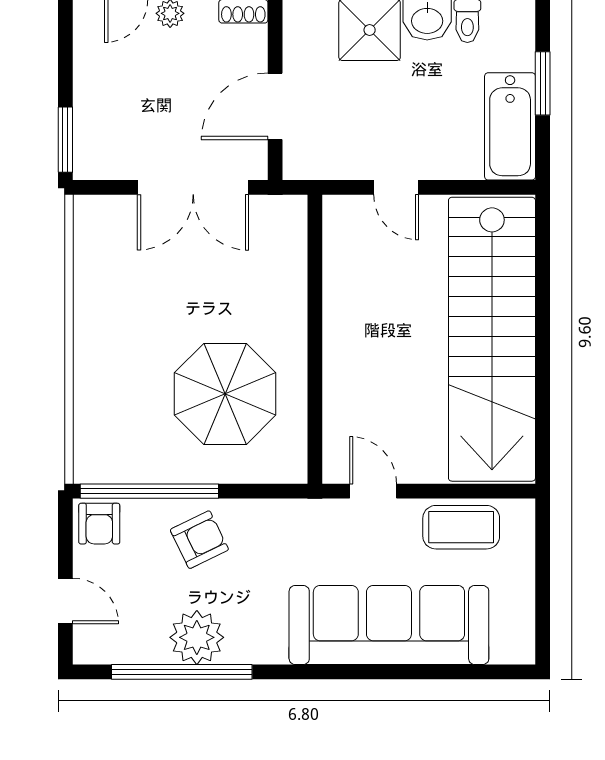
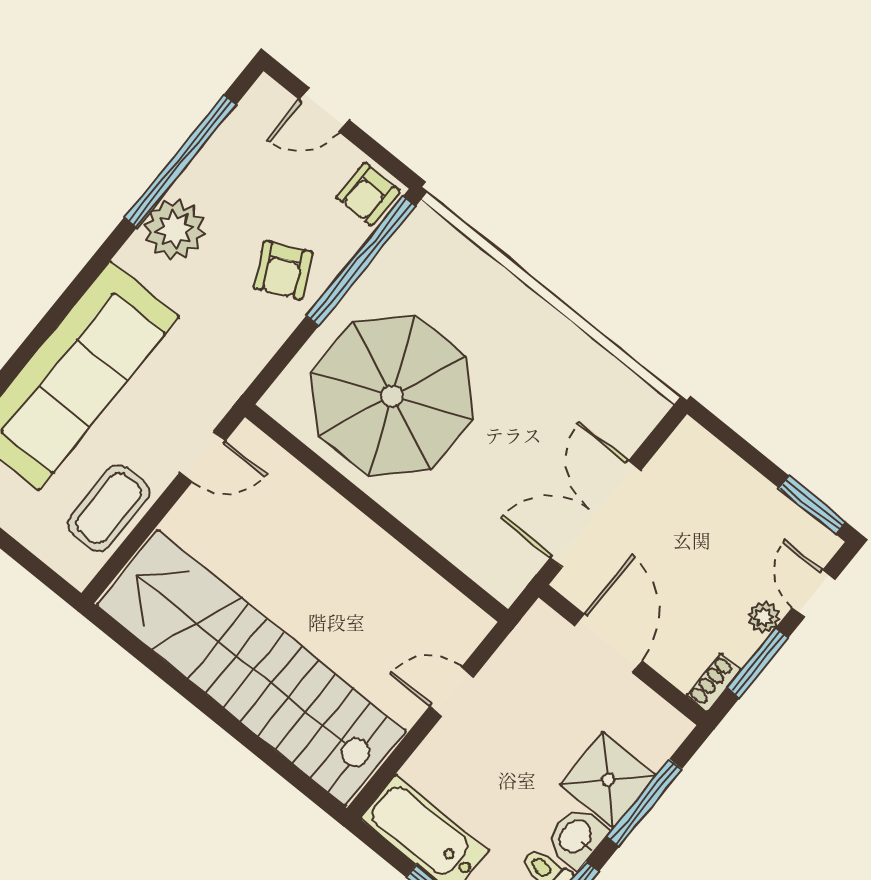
window: (65, 140) -> (813, 505), moved
parasol: (225, 394) -> (392, 396), width x1.36, depth x1.36
armchair: (99, 524) -> (368, 194), turned -90
plant: (197, 637) -> (175, 229), moved

